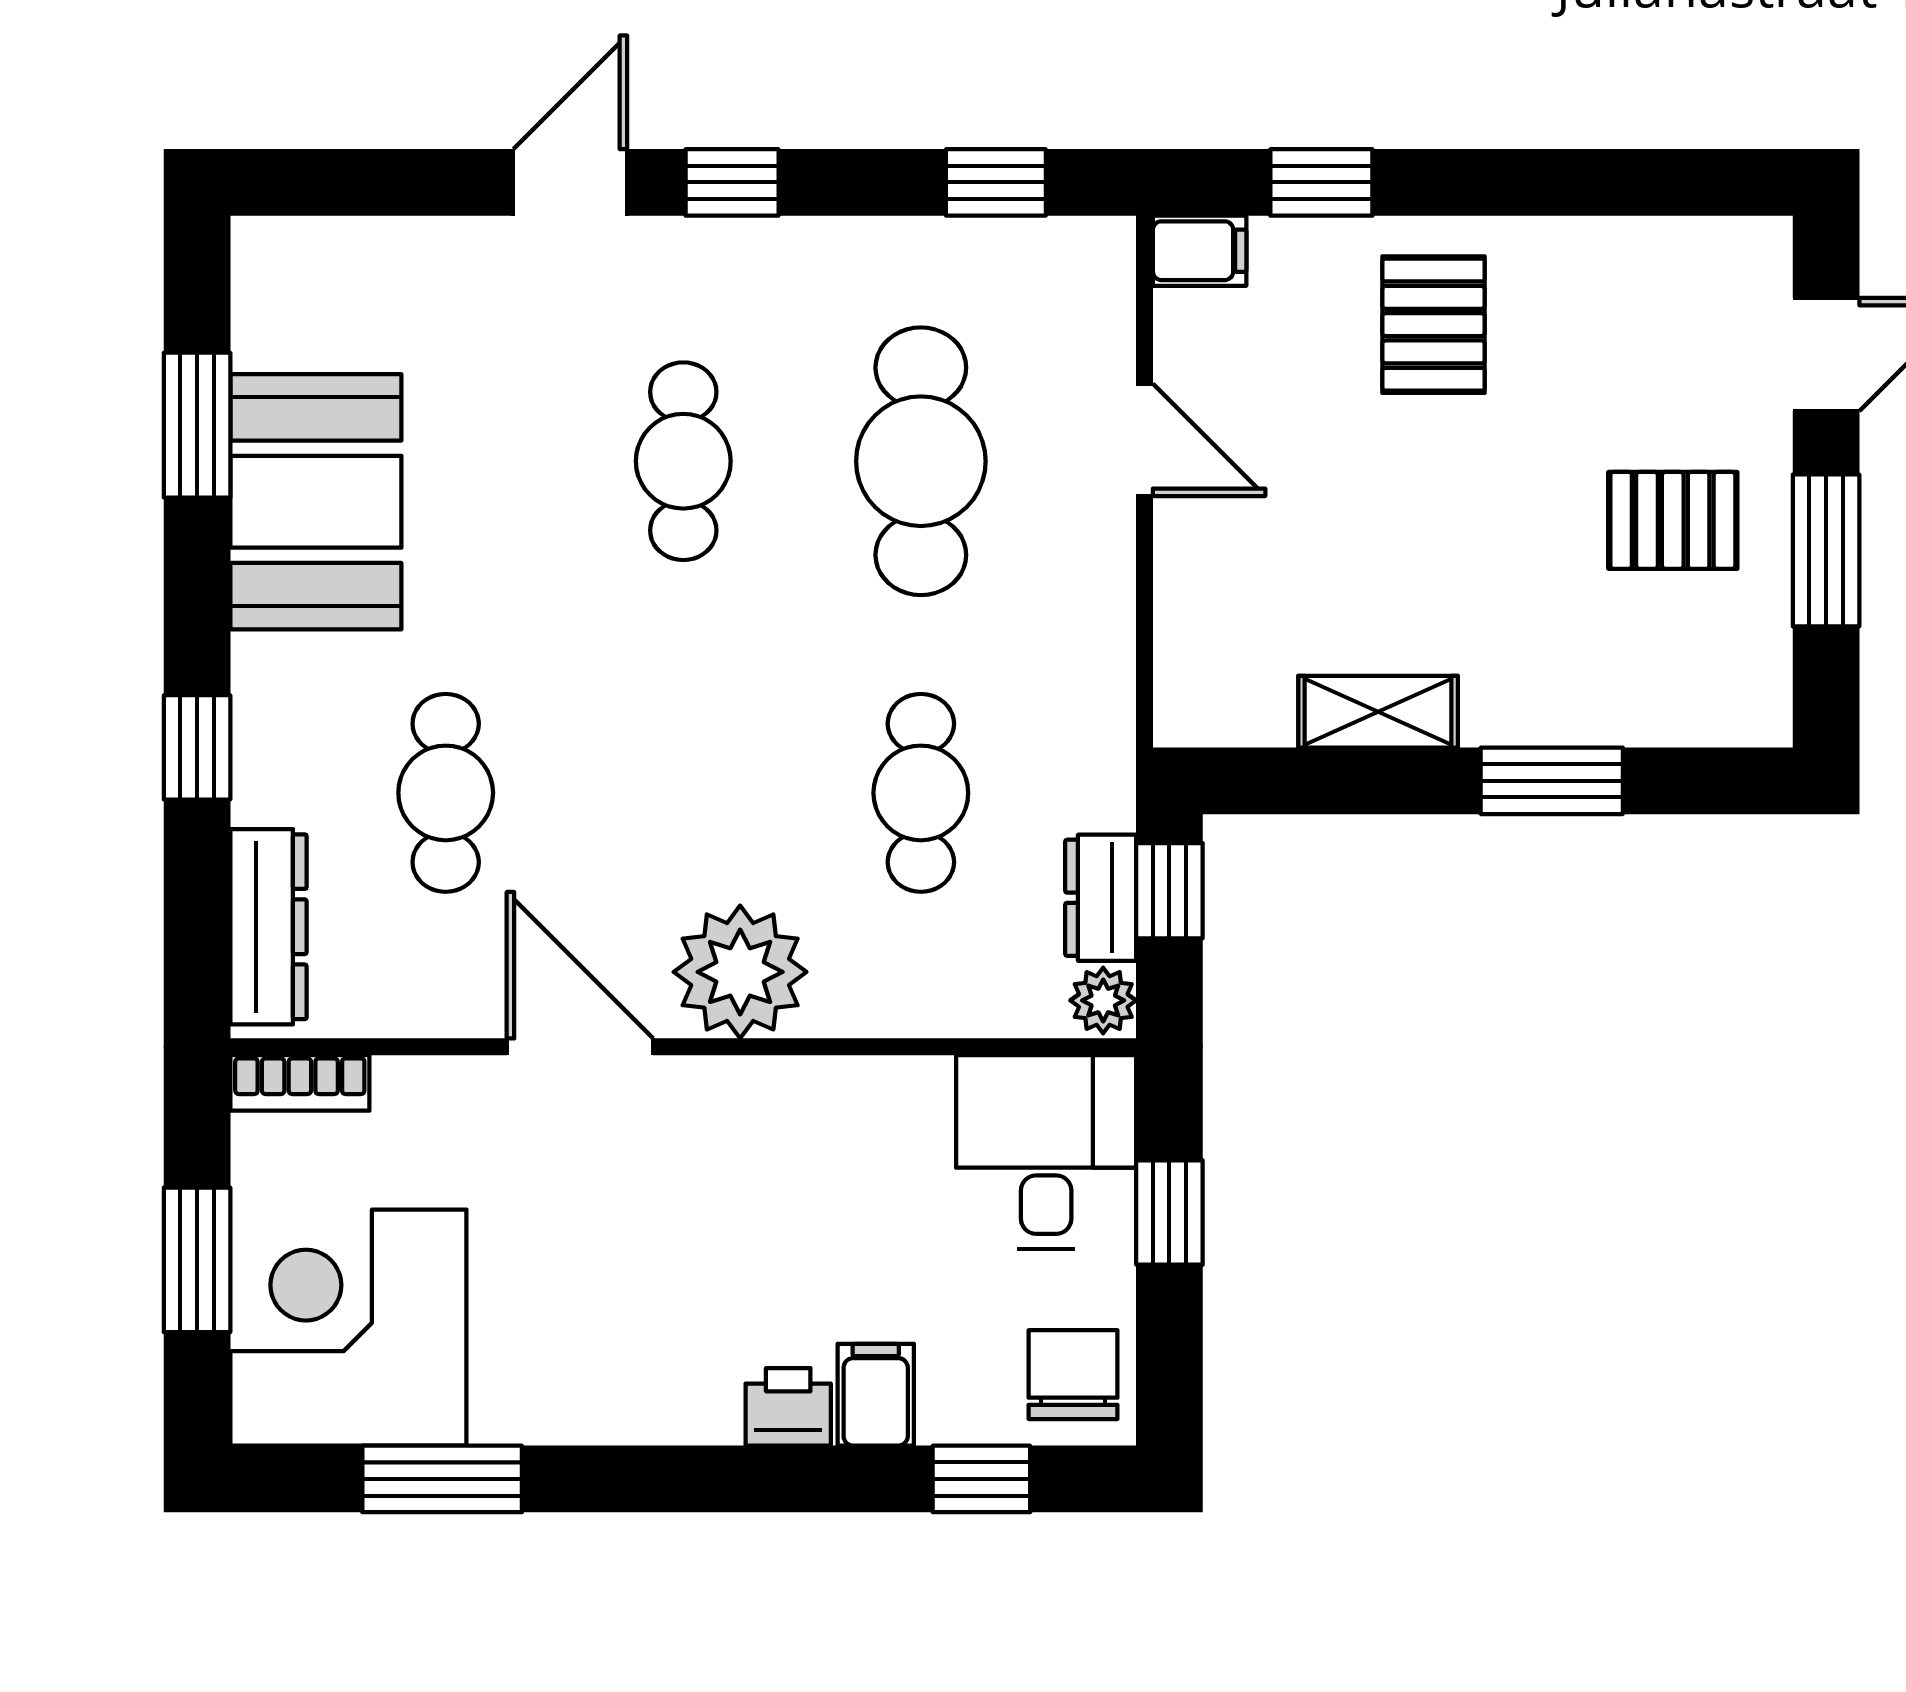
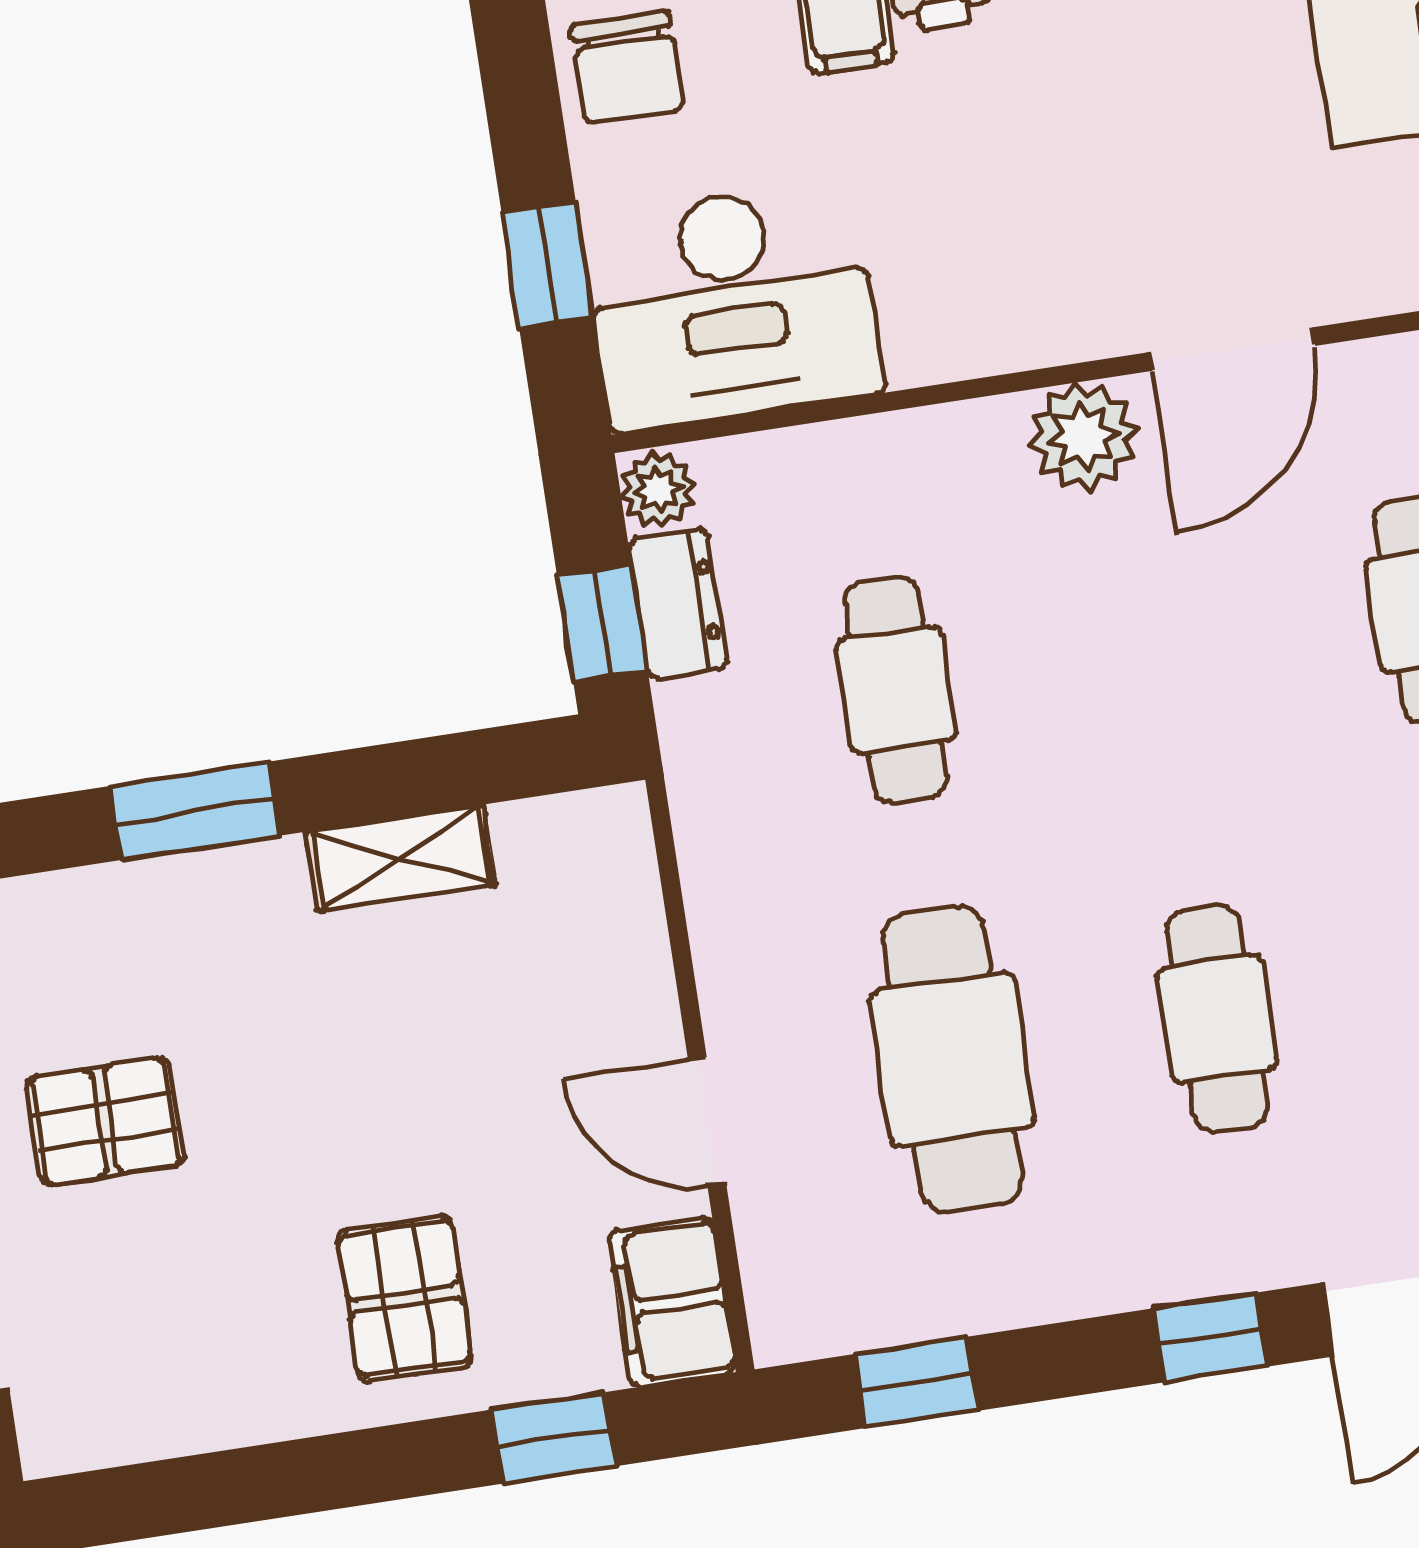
filing cabinet: (1200, 251) -> (672, 1302), width x2.00
plant: (740, 972) -> (1083, 437), width x0.73, depth x0.73
door: (580, 1047) -> (1232, 349), hinge flipped
desk: (1046, 1152) -> (732, 305), width x1.37

